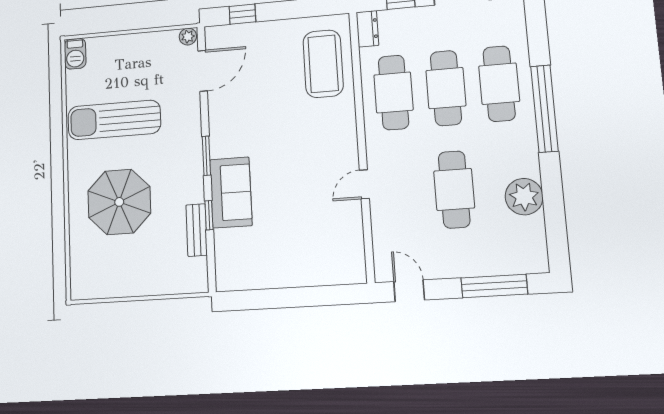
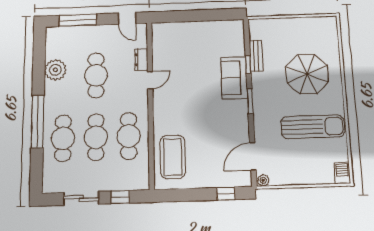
dresser: (367, 29) -> (141, 60), moved

